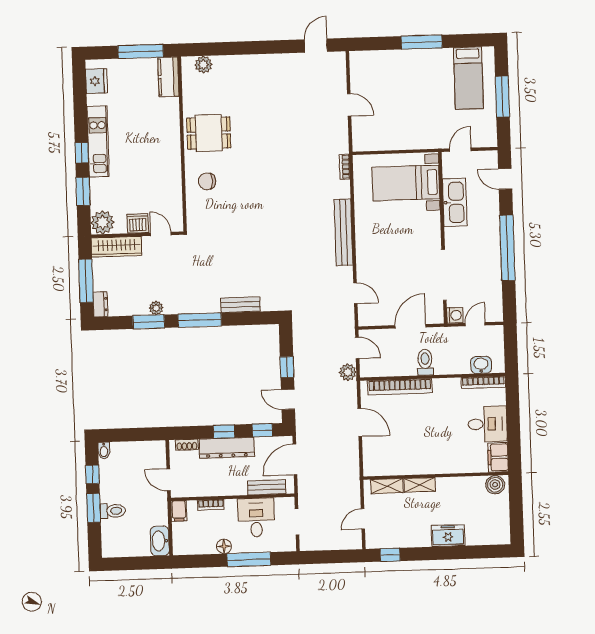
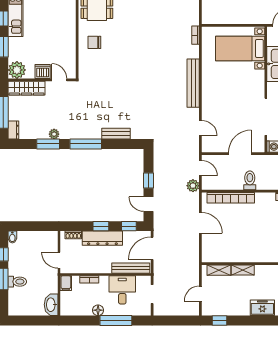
bench: (267, 487) -> (131, 268), width x1.36

